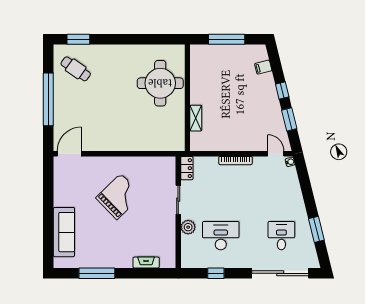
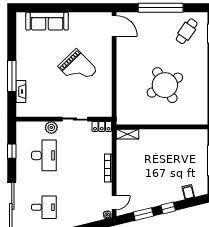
round table: (160, 83) -> (165, 85), moved, turned -30
shelving: (196, 118) -> (128, 134), moved
window: (97, 273) -> (12, 76), moved

